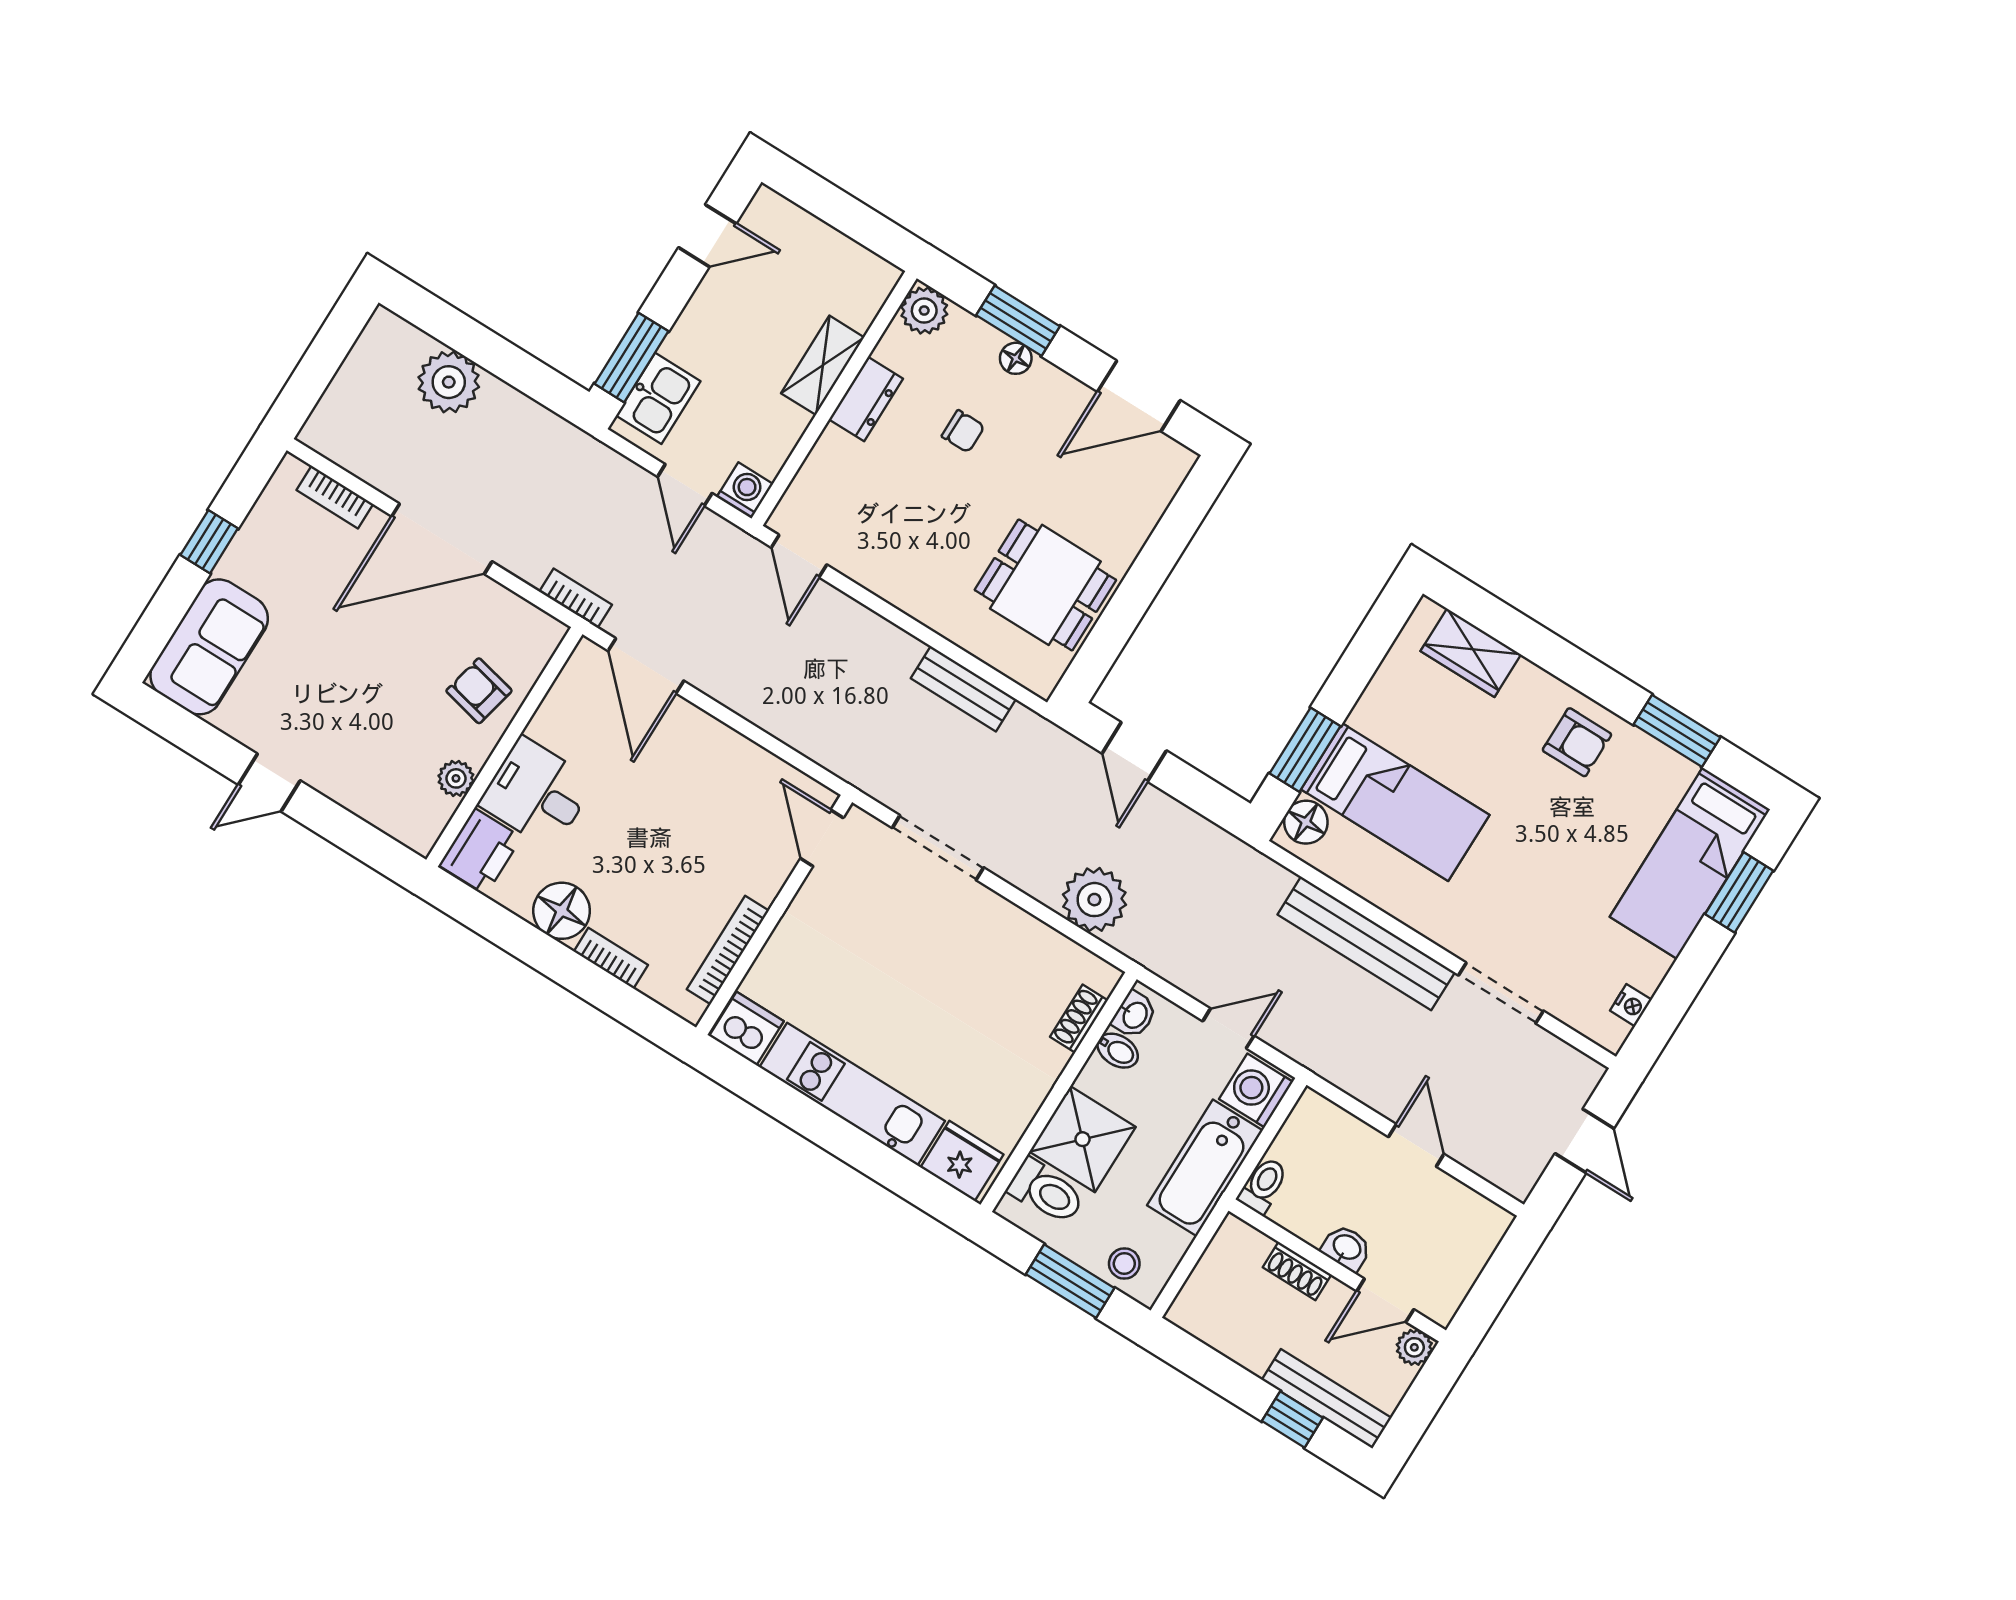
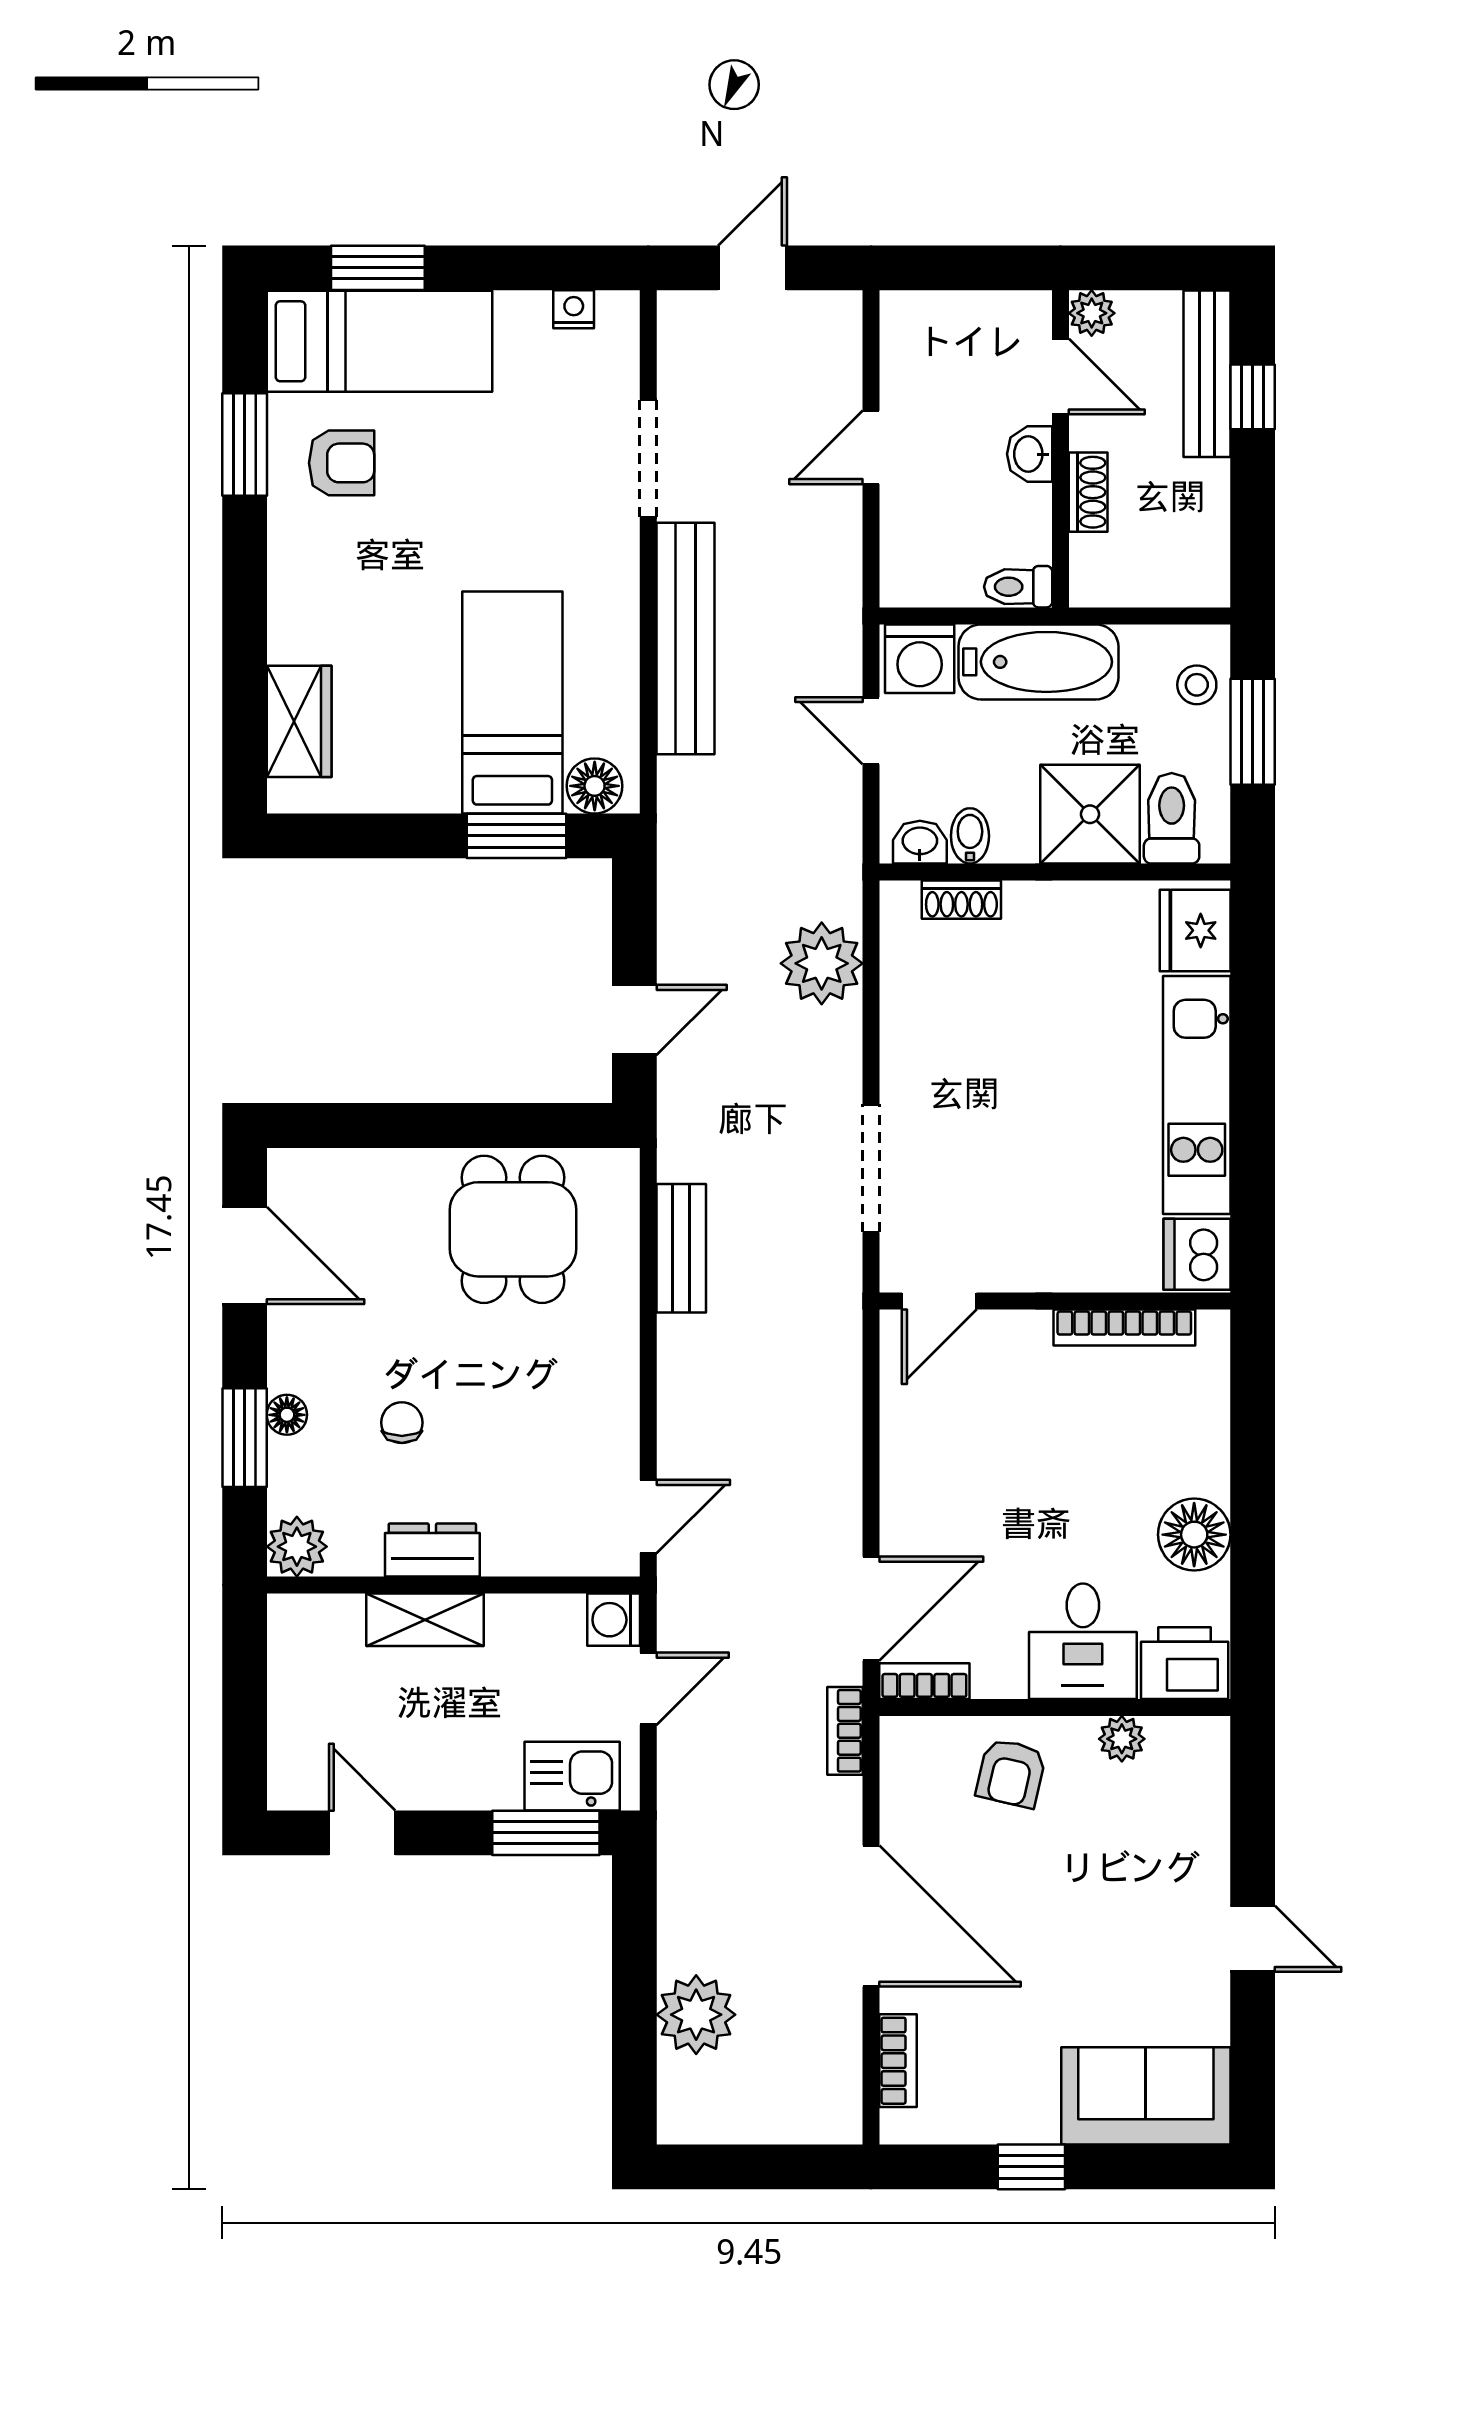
armchair: (1577, 742) -> (342, 463), moved, turned 90
bookcase: (611, 958) -> (924, 1681), moved, turned 90

